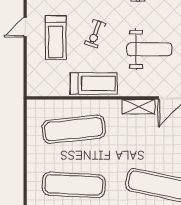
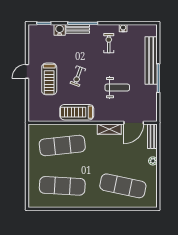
weight bench: (150, 49) -> (117, 88), width x0.73, depth x0.75
treadmill: (94, 83) -> (77, 112), turned 180

